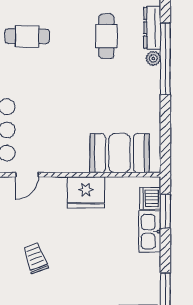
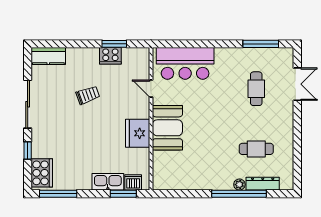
booth: (119, 153) -> (167, 128), moved

